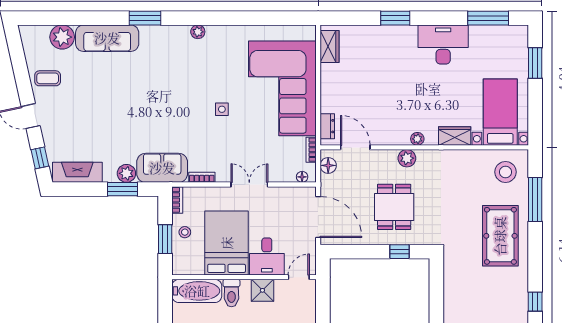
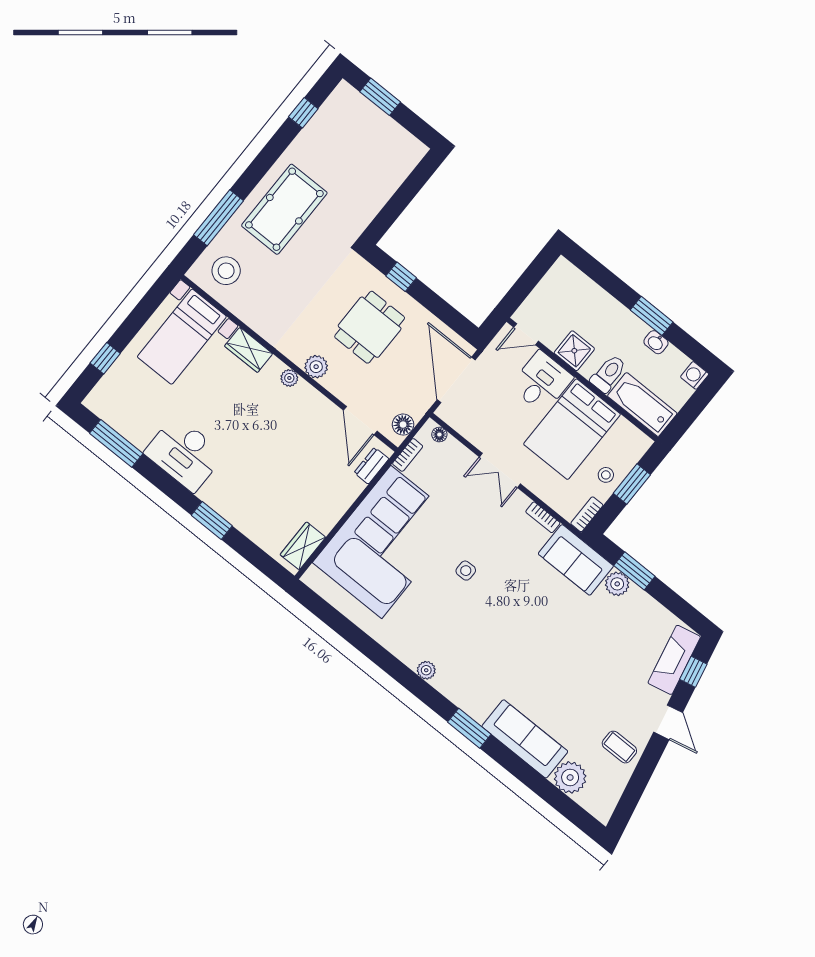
window: (535, 63) -> (105, 358), width x0.67
fireplace: (77, 172) -> (674, 660), moved, turned 78

